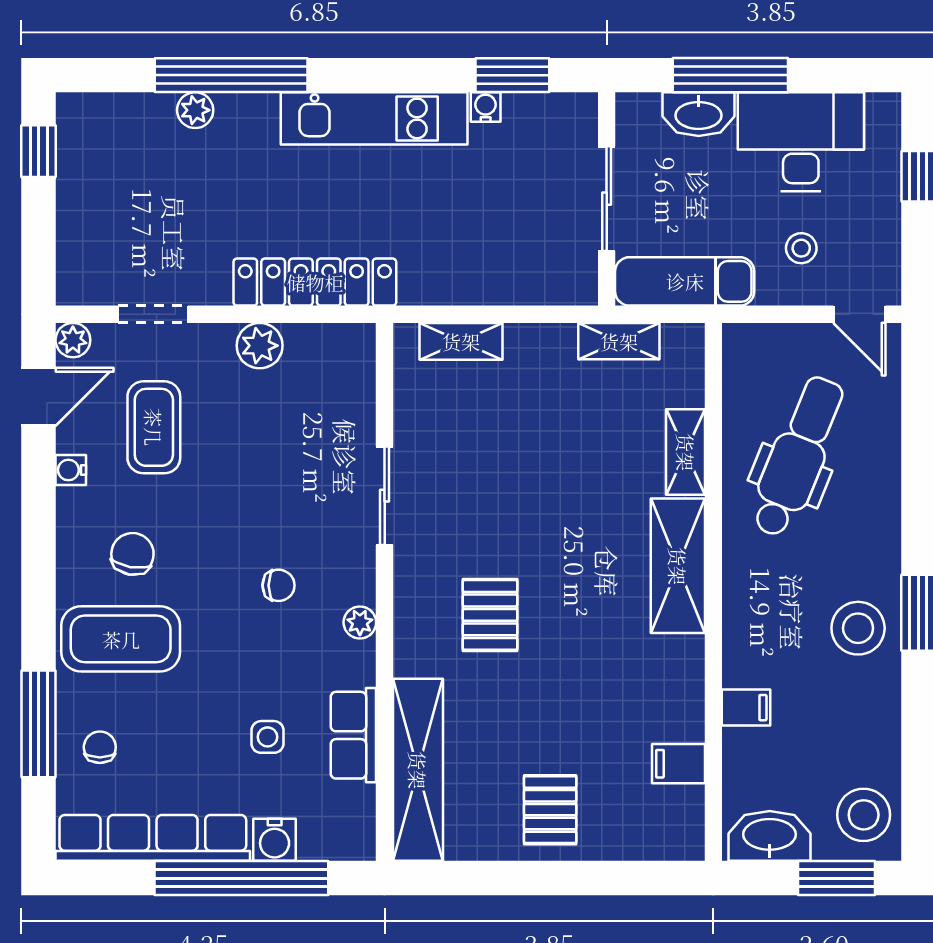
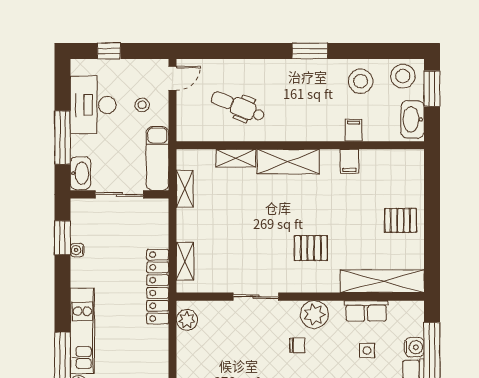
washbasin: (699, 114) -> (80, 173), moved
kitchen unit: (374, 118) -> (82, 331), moved
locker: (315, 282) -> (158, 287), moved
plant: (260, 346) -> (187, 320), moved
dental chair: (798, 457) -> (238, 107), width x0.73, depth x0.72
chair: (278, 585) -> (297, 345), turned 90
plant: (360, 622) -> (314, 314), width x1.88, depth x1.88
stool: (858, 628) -> (361, 81), moved
filing cabinet: (678, 764) -> (349, 161), moved

